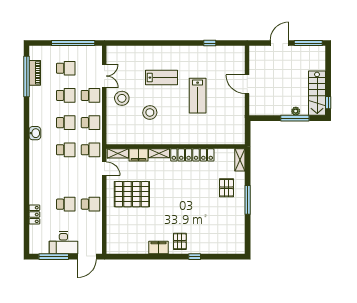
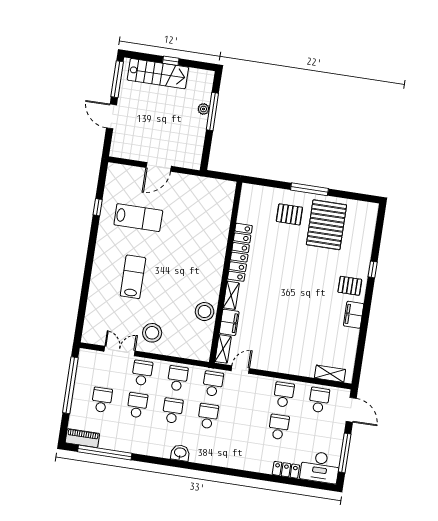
piano: (35, 73) -> (82, 438), moved
stairs: (317, 93) -> (158, 74), moved
lab bench: (198, 96) -> (138, 218), moved
window: (328, 103) -> (171, 61), moved
stool: (150, 112) -> (205, 312), moved
shelving: (240, 160) -> (330, 374), moved
pallet: (132, 194) -> (326, 225), moved
school desk: (91, 231) -> (319, 400), added
desk: (63, 243) -> (320, 467), moved, turned 90

